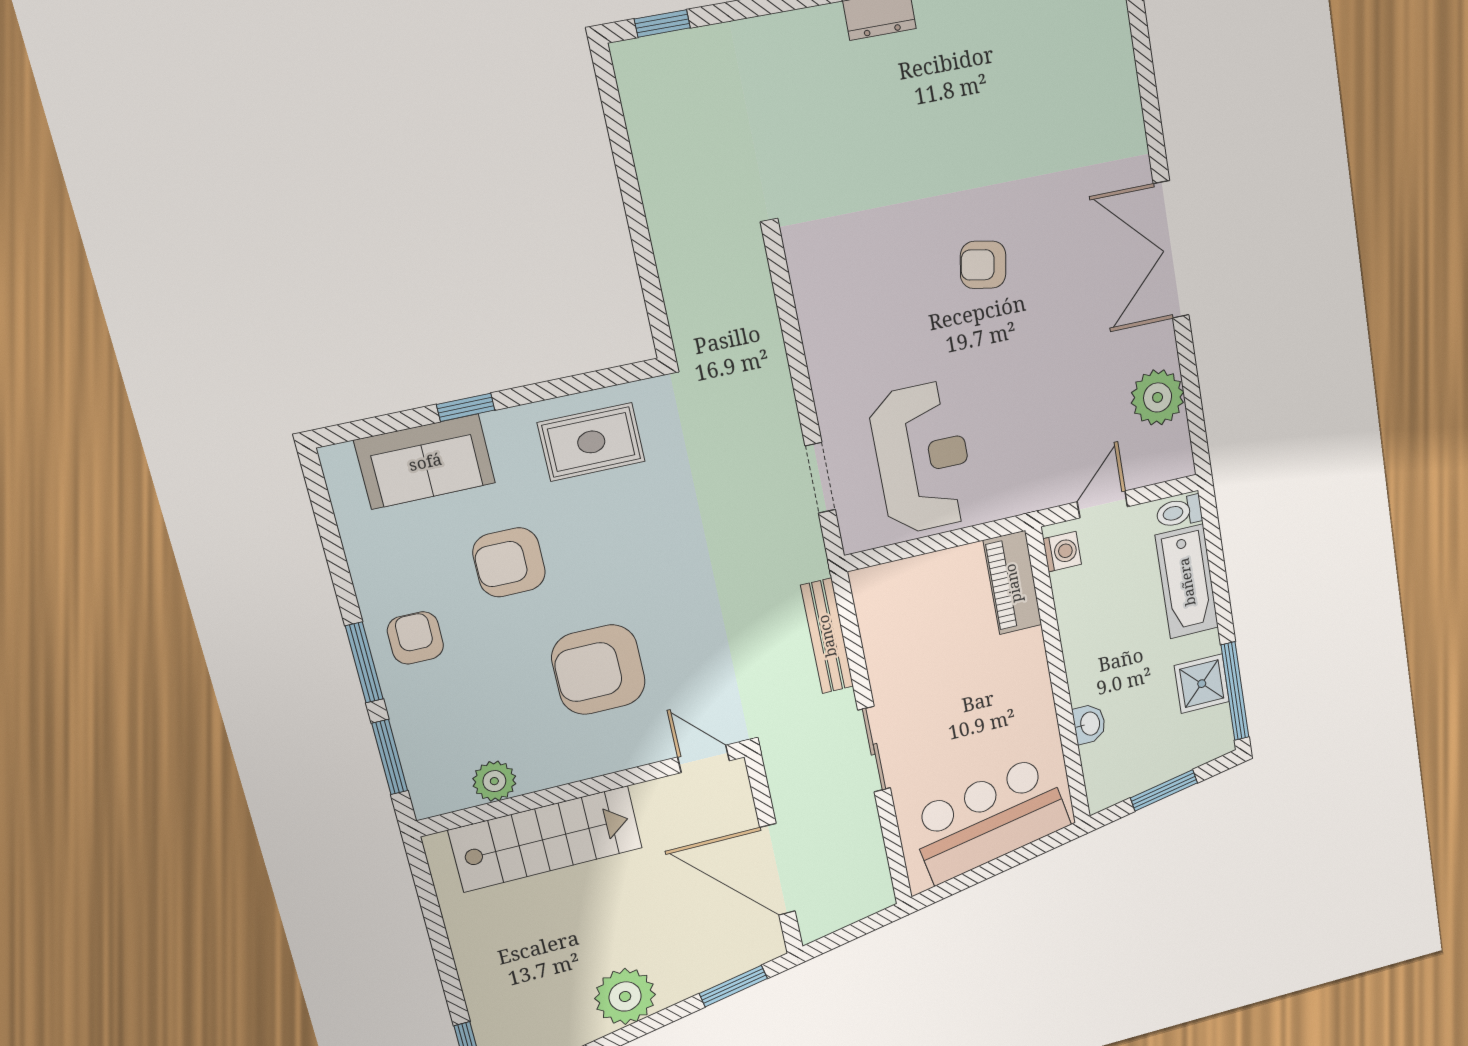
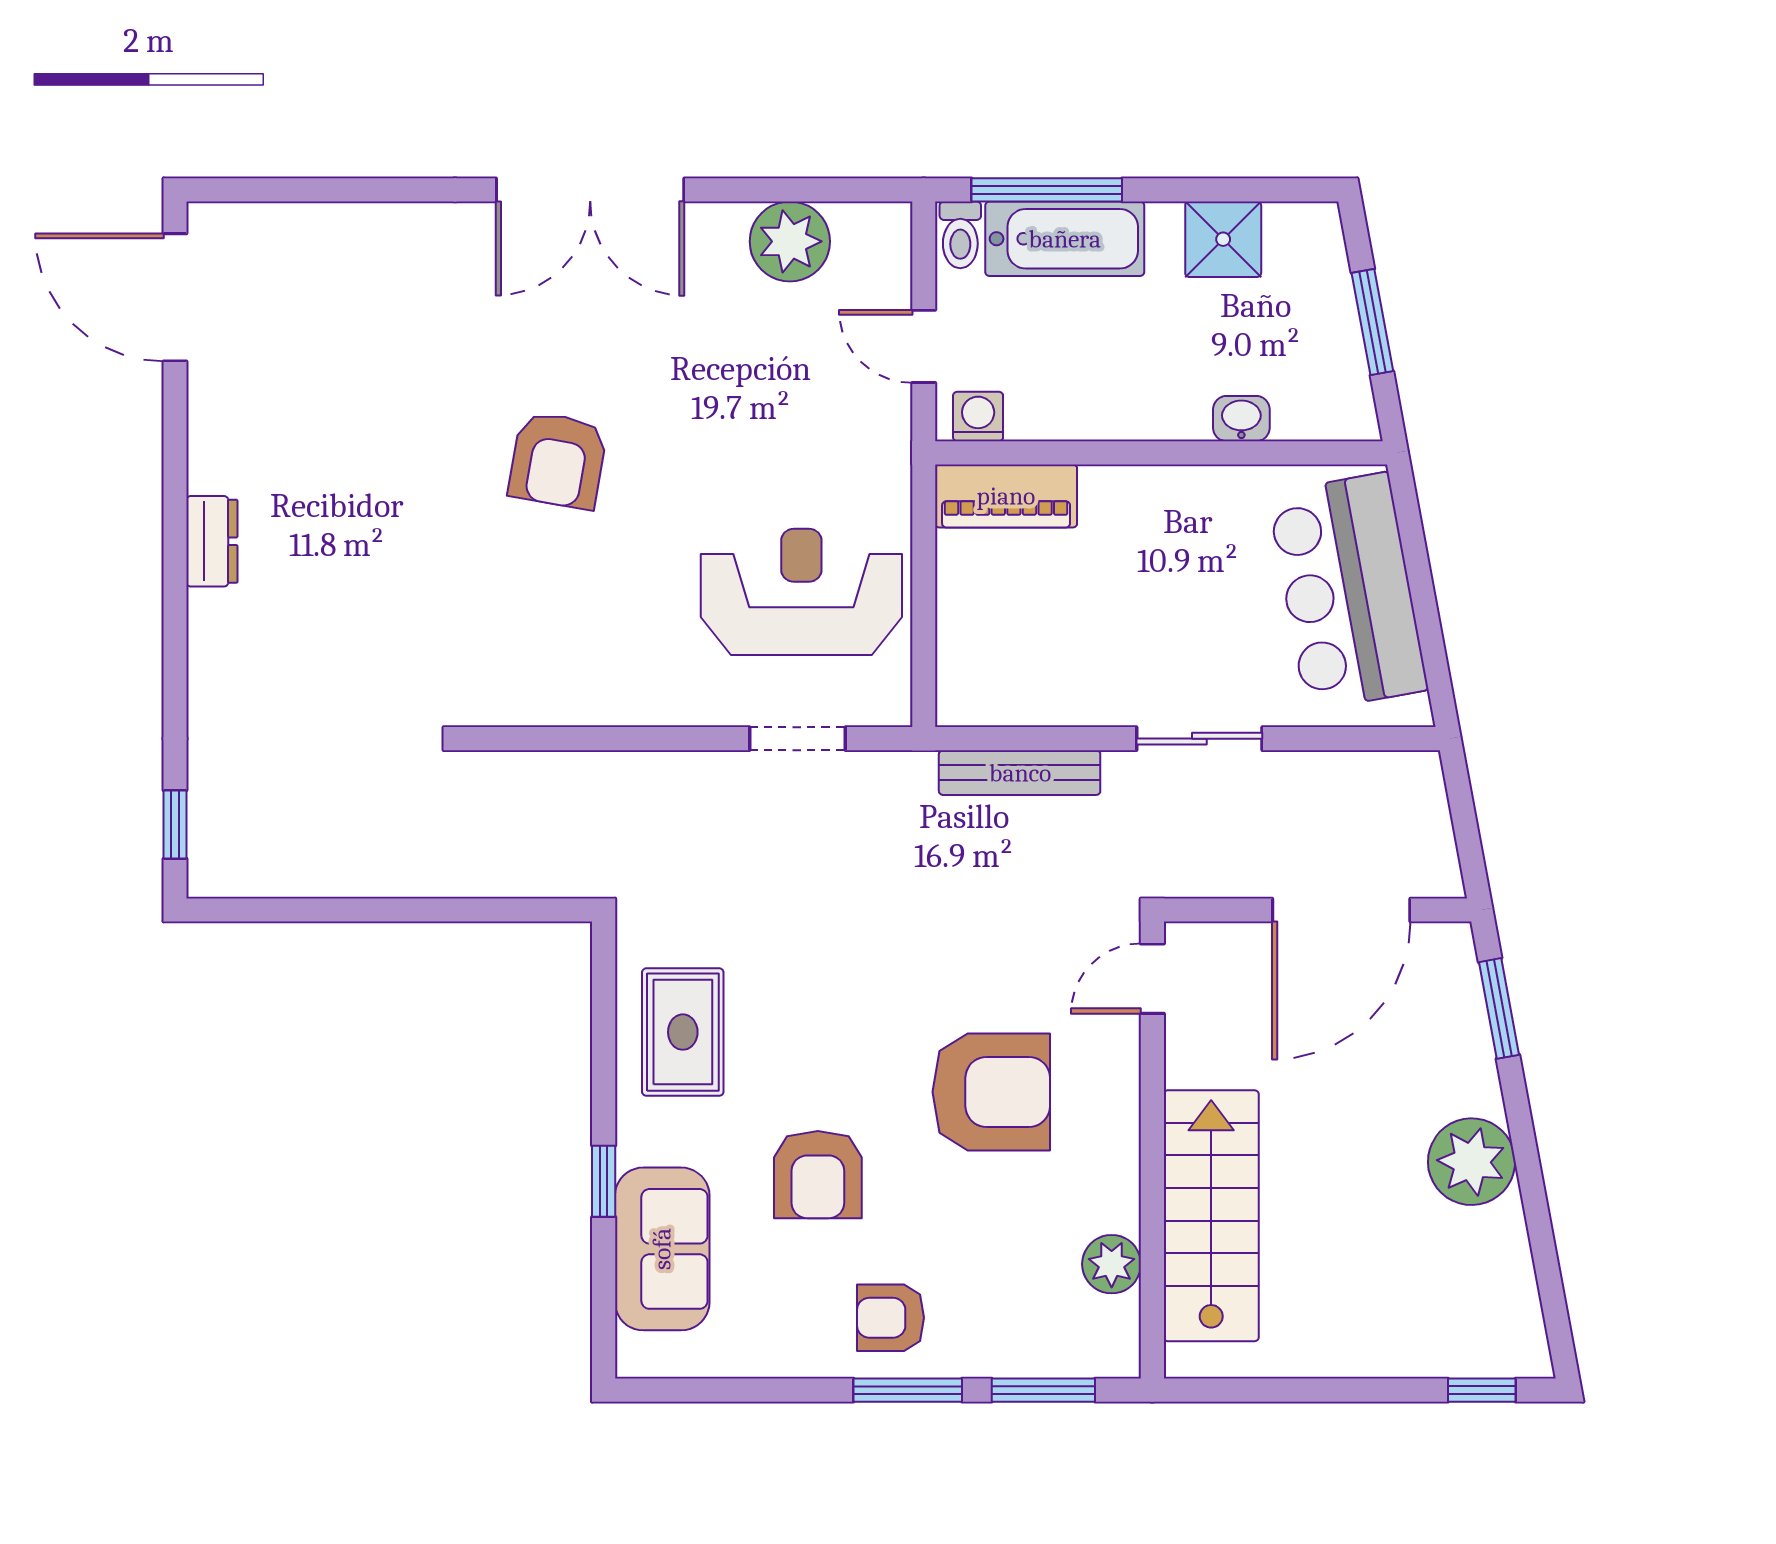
armchair: (983, 265) -> (558, 460), width x1.38, depth x1.38
armchair: (598, 670) -> (991, 1092), turned -90
window: (1235, 691) -> (1047, 190), moved

